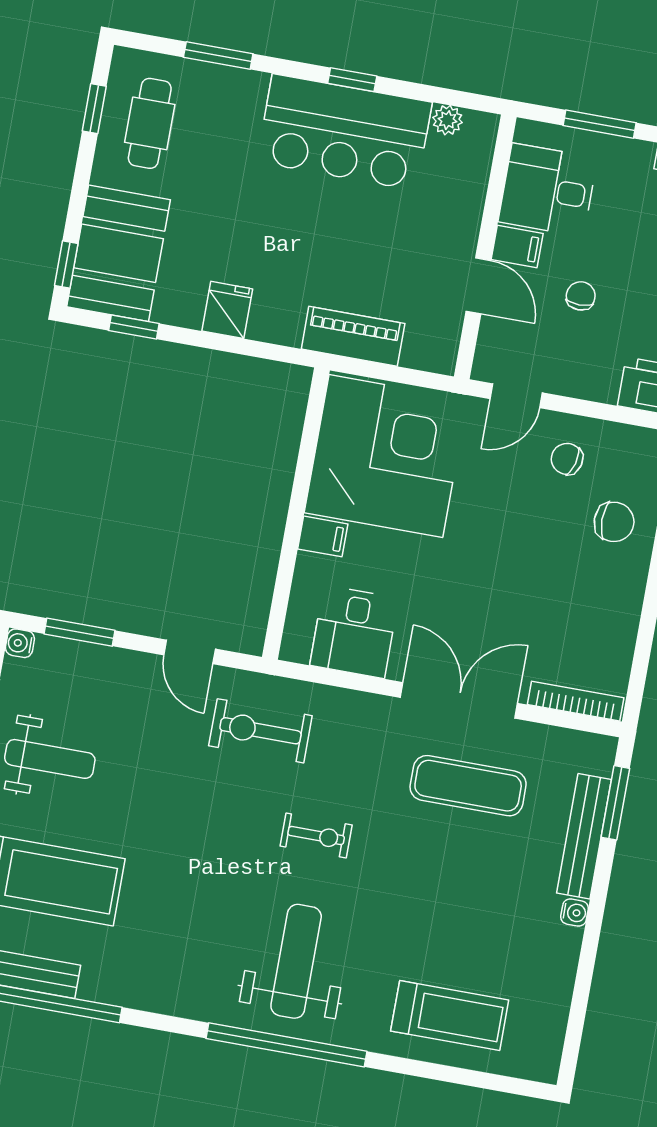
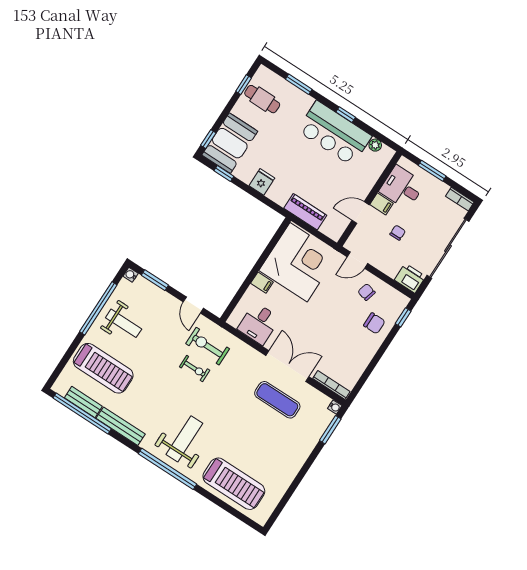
cafe table: (150, 123) -> (262, 99), turned 90
door: (478, 286) -> (361, 213), swing flipped
exercise bike: (316, 835) -> (195, 369), moved
bench: (584, 836) -> (121, 426), moved, turned 90
water cooler: (574, 913) -> (335, 407), moved
treadmill: (450, 1016) -> (234, 484), width x1.37, depth x1.38

